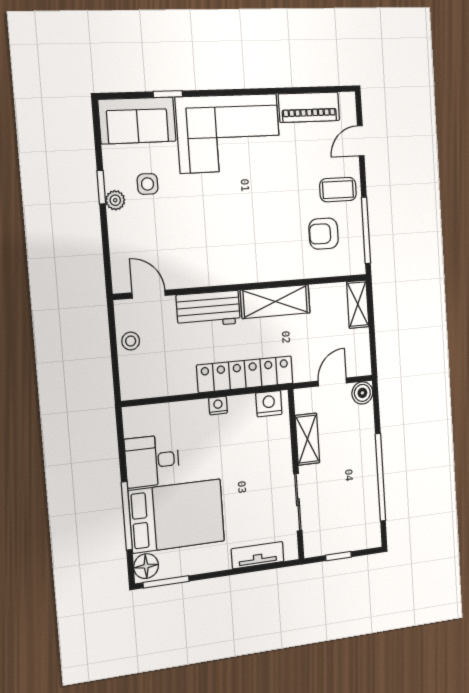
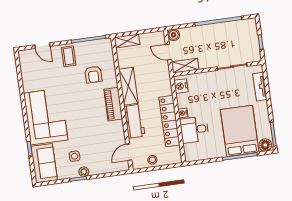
piano: (309, 107) -> (113, 104), moved, turned 180
armchair: (324, 234) -> (93, 74), moved
locker: (245, 374) -> (169, 121), moved
shelving: (307, 439) -> (185, 66), moved
desk: (152, 461) -> (194, 130), moved, turned 90

